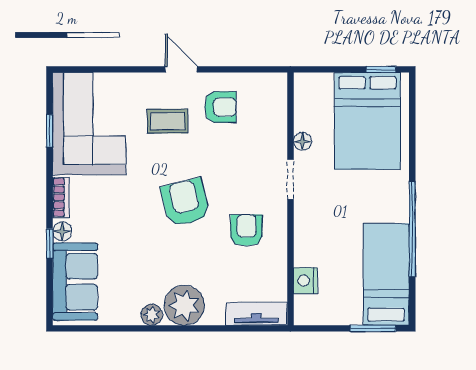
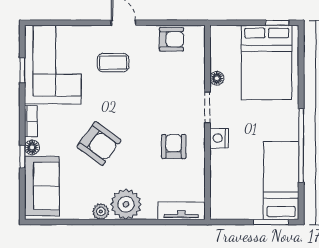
armchair: (220, 107) -> (172, 39), moved
armchair: (185, 202) -> (99, 143), moved, turned 140
nightstand: (306, 281) -> (219, 138), moved

